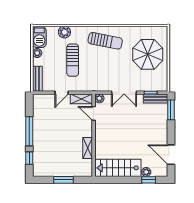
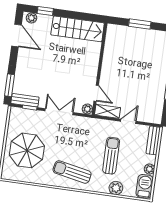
shelving: (88, 148) -> (108, 56), removed
plant: (146, 172) -> (31, 18), moved

